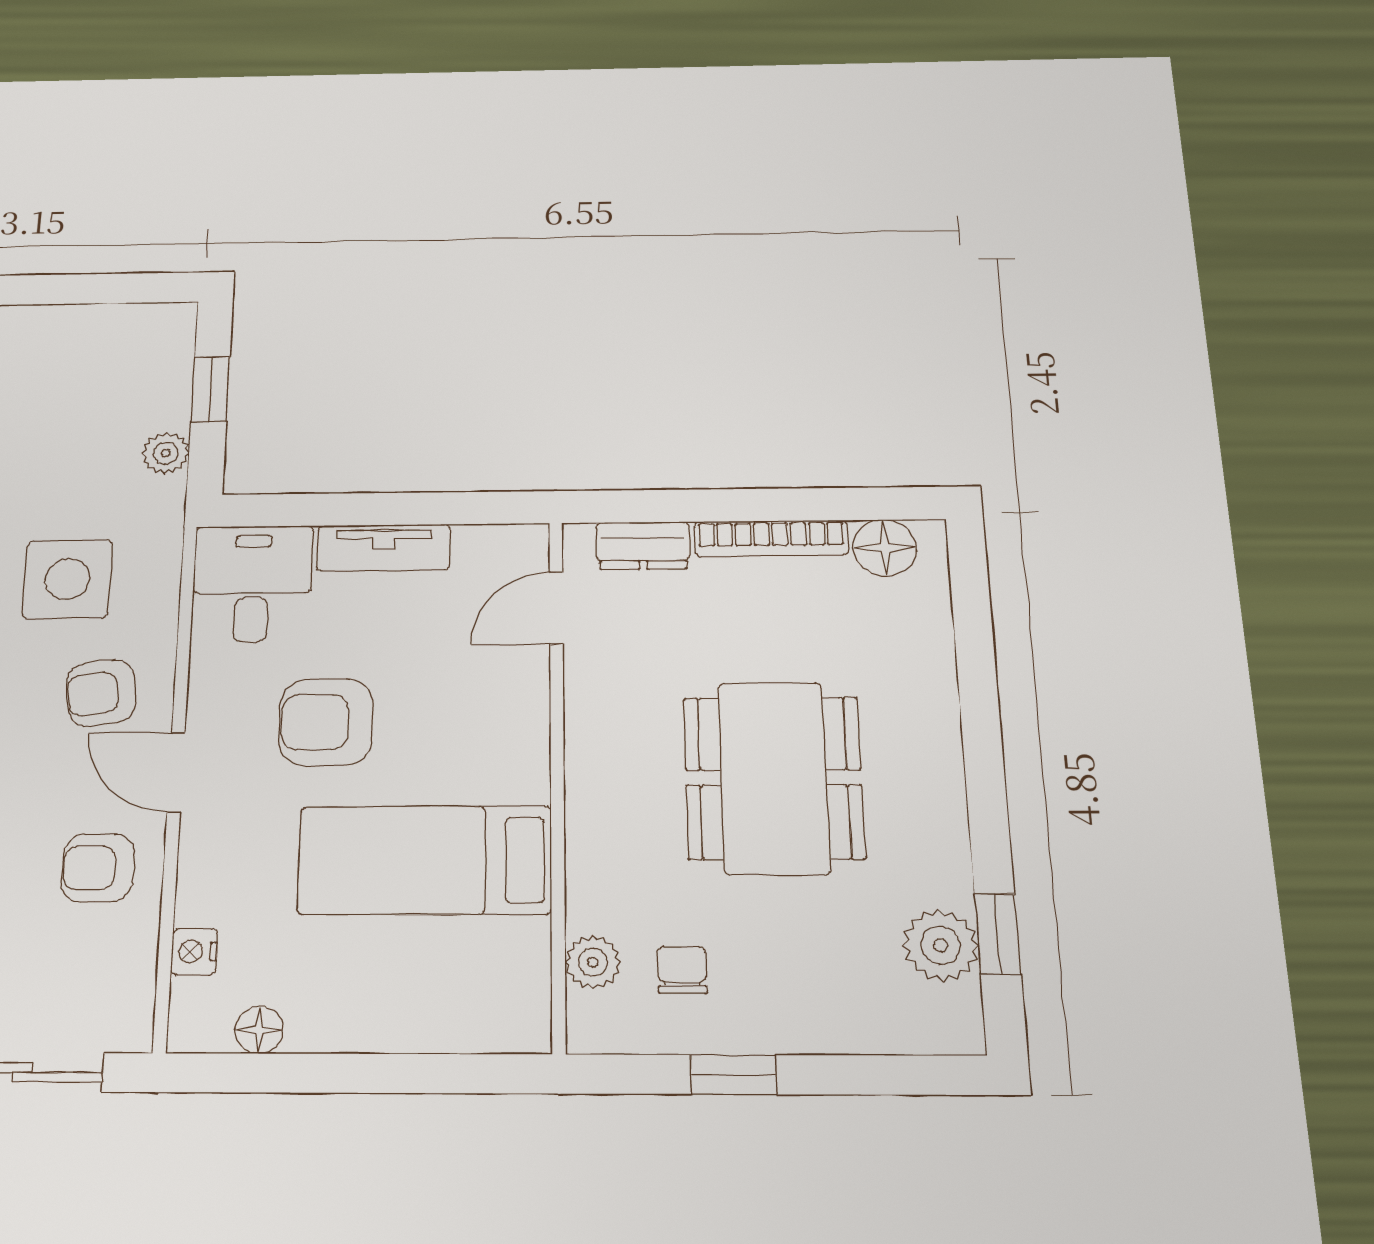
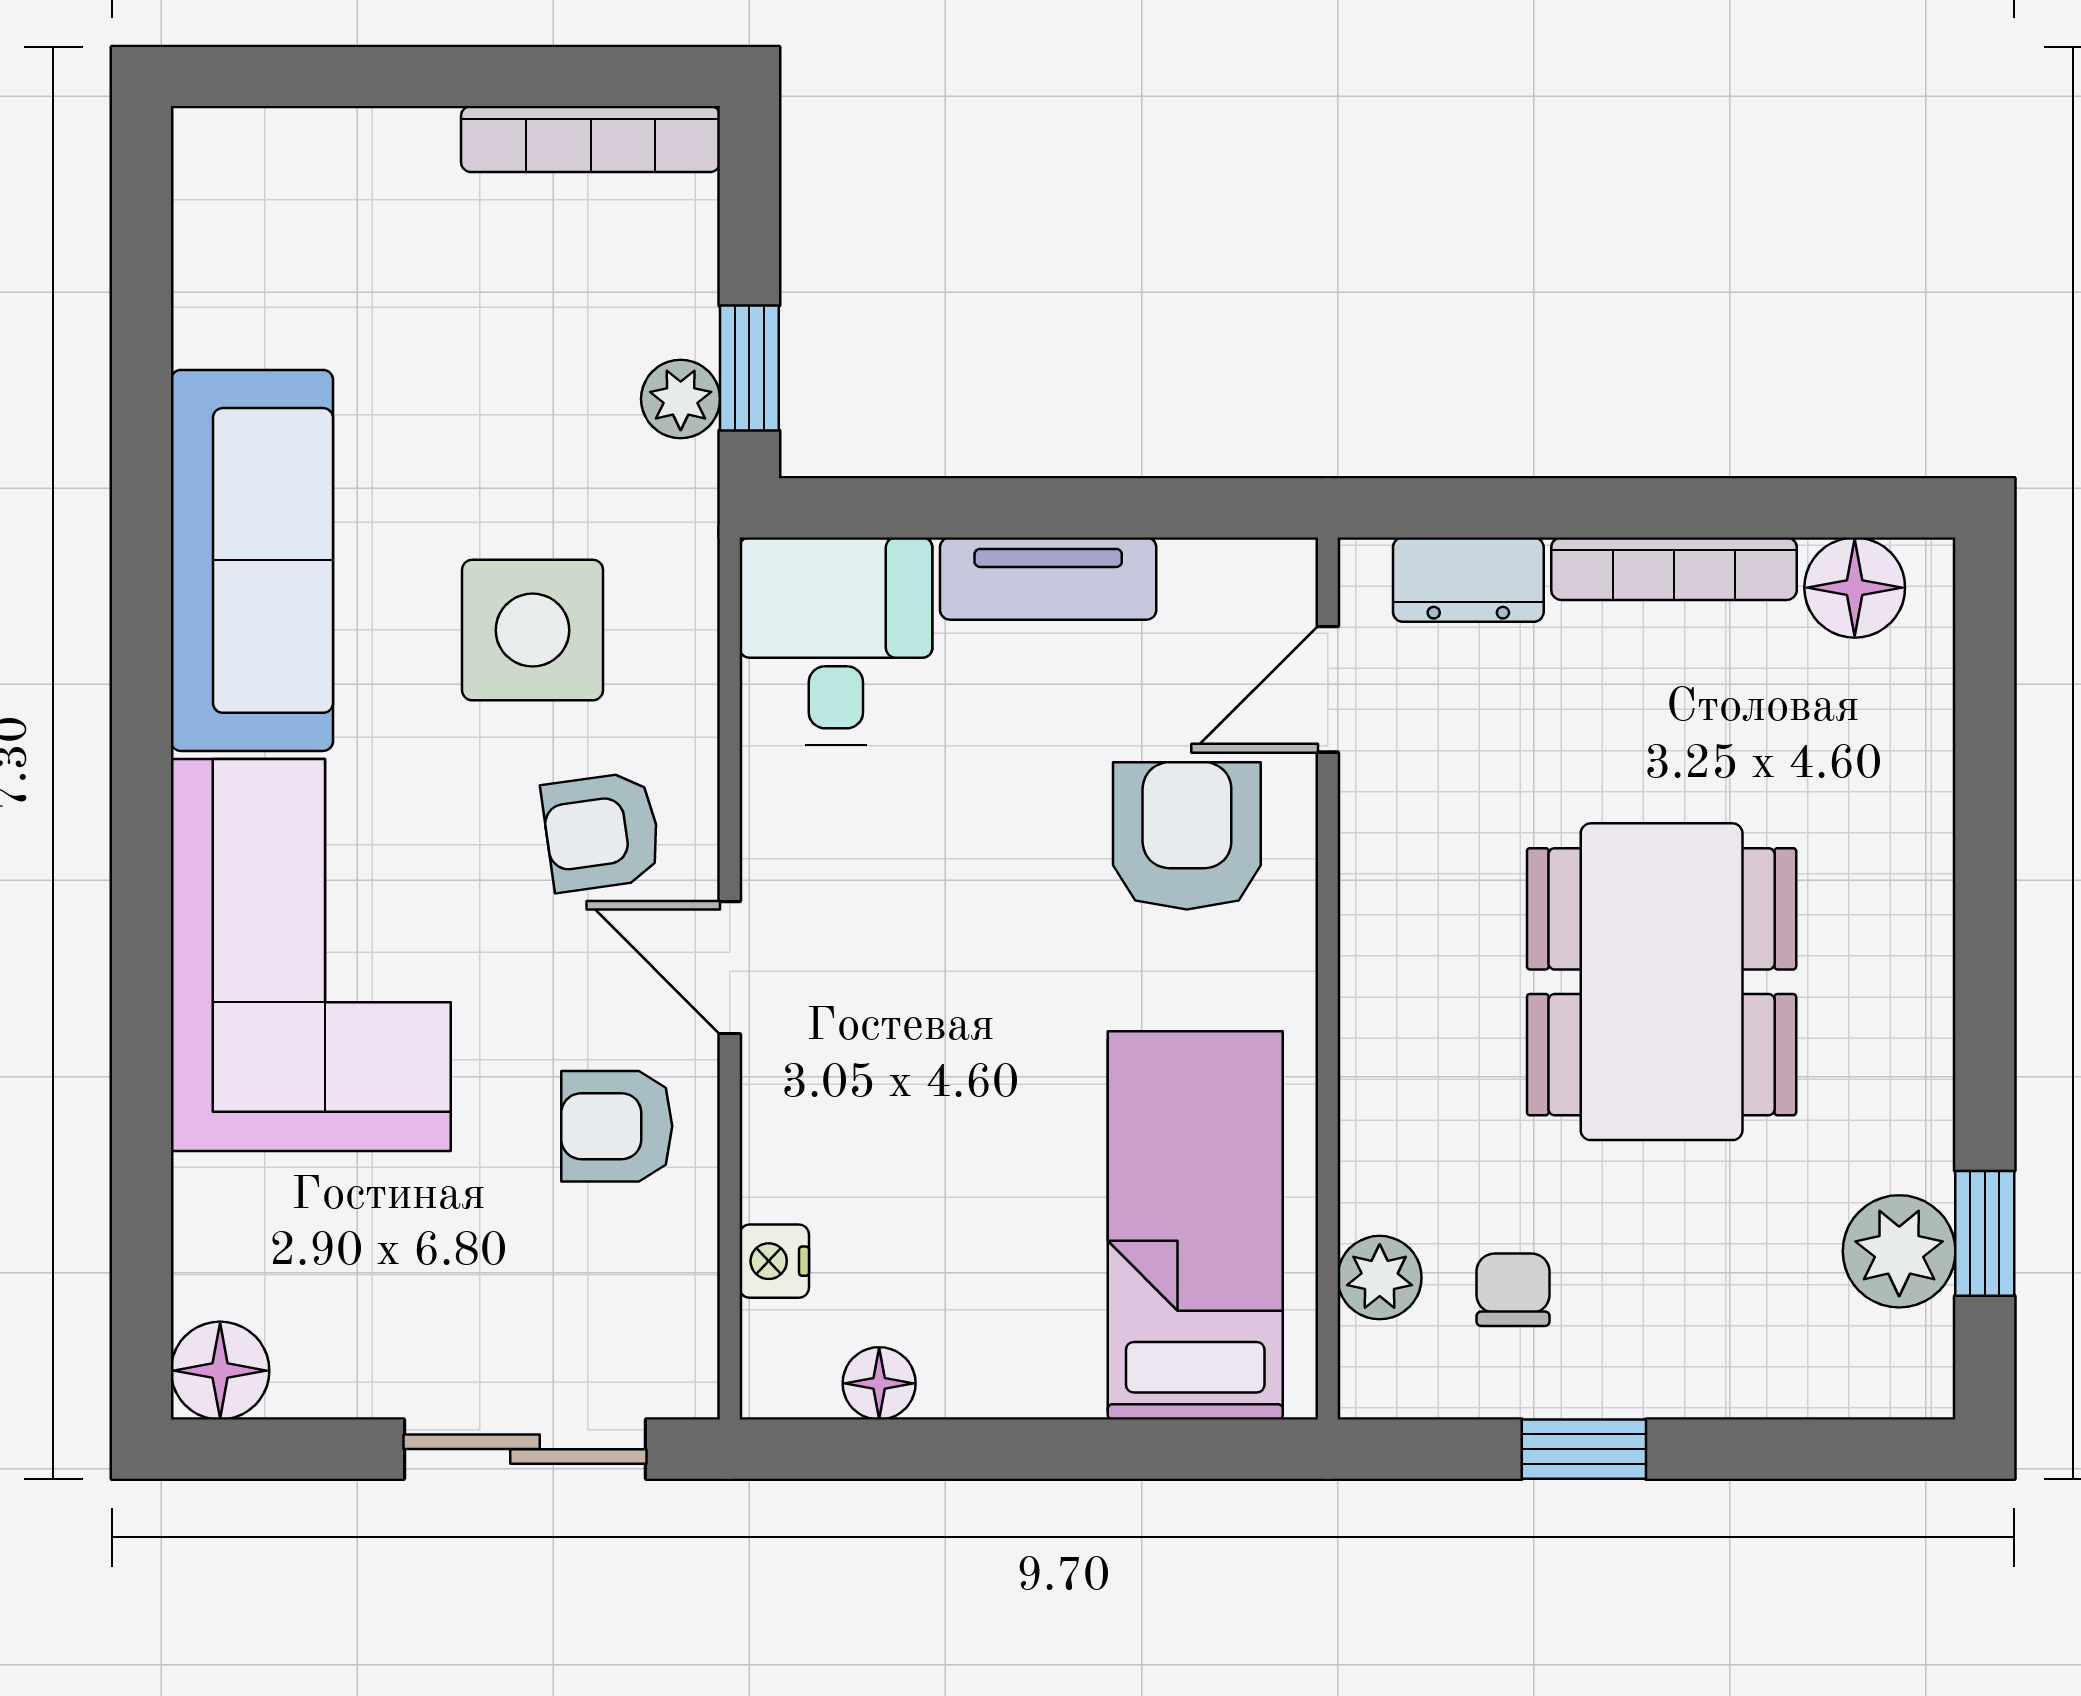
bookcase: (122, 320) -> (591, 139), added
window: (210, 389) -> (749, 368), moved
armchair: (326, 722) -> (1187, 836), moved, turned 90
bed: (425, 860) -> (1195, 1225), moved, turned 90

